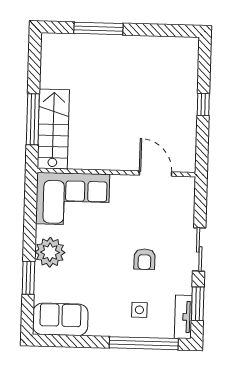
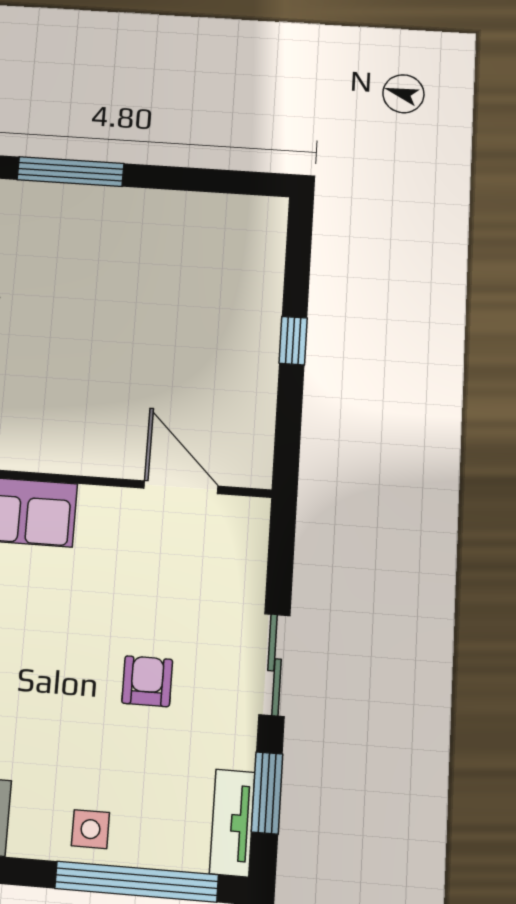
armchair: (144, 259) -> (147, 681), turned 180
side table: (139, 310) -> (90, 829), moved

